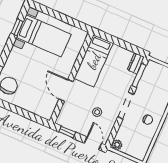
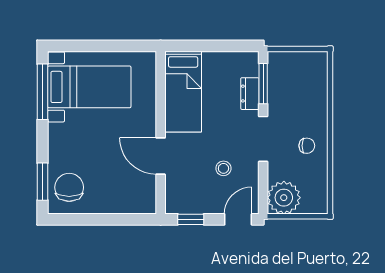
window: (17, 27) -> (43, 92), width x2.17
dresser: (136, 63) -> (250, 94), moved
door: (93, 143) -> (238, 219), hinge flipped
plant: (117, 145) -> (284, 198), width x1.88, depth x1.88

